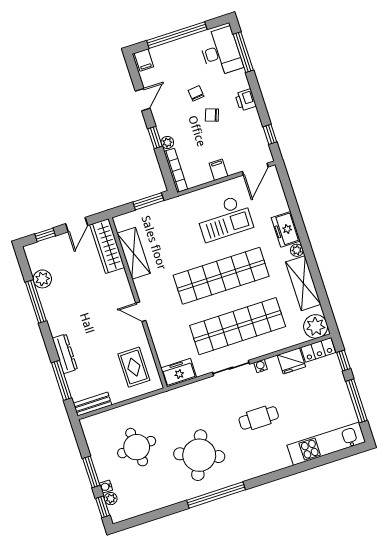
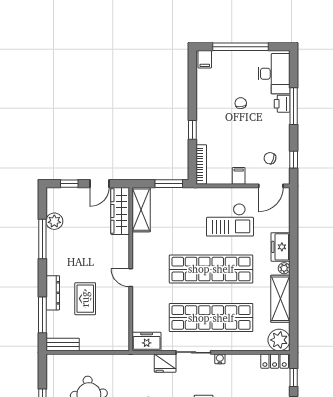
window: (243, 52) -> (294, 106), moved
door: (143, 100) -> (192, 93), removed
printer: (246, 100) -> (282, 104), moved
chair: (212, 115) -> (270, 158), moved
plant: (167, 142) -> (202, 138), removed
shelving: (134, 253) -> (141, 210), moved
fridge: (291, 361) -> (165, 363), moved
rug: (134, 367) -> (85, 299), moved

